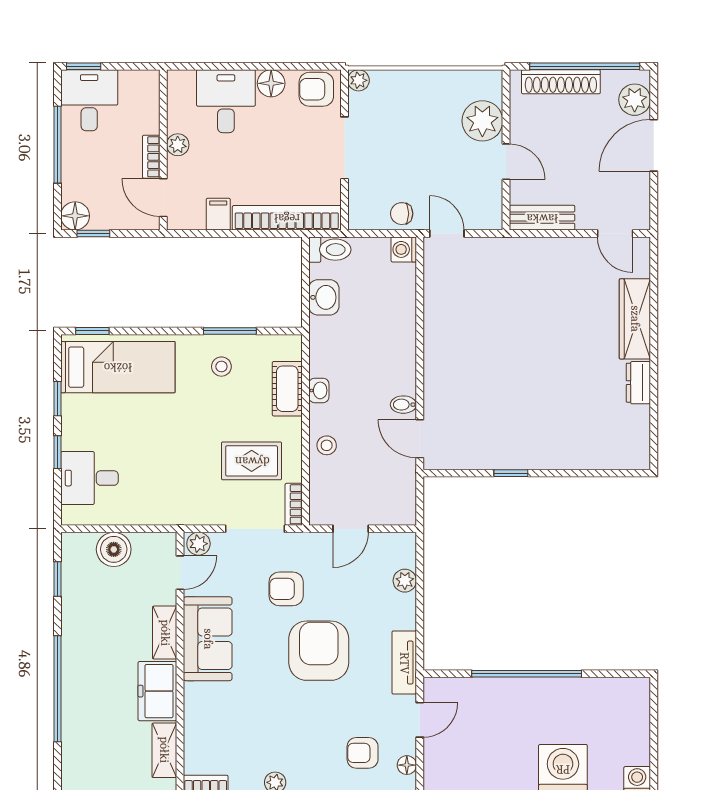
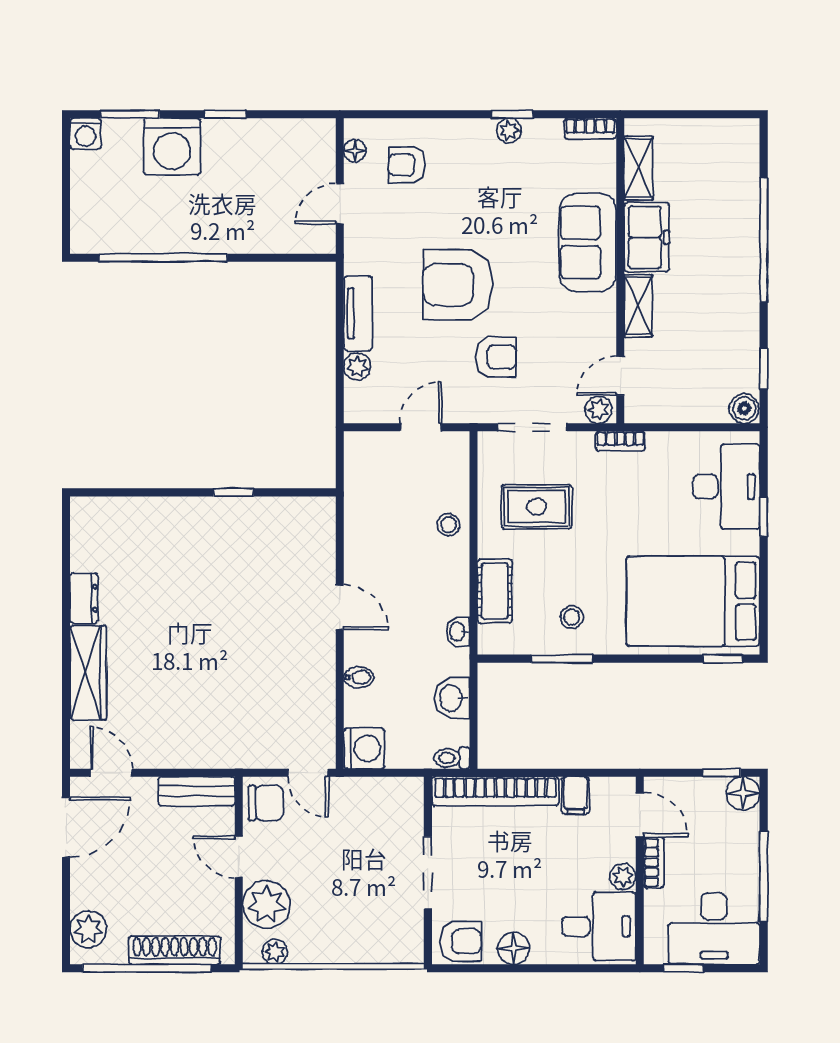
window: (84, 66) -> (683, 968), moved
plant: (358, 80) -> (275, 952), moved
desk: (89, 100) -> (714, 929), width x1.37
desk: (226, 101) -> (599, 926), moved, turned -90
door: (654, 145) -> (66, 827), moved
chair: (402, 214) -> (266, 803), moved, width x1.37, depth x1.37
washing machine: (404, 249) -> (364, 748), width x1.38, depth x1.38
toilet: (330, 250) -> (452, 758), width x0.73, depth x0.72
bed: (118, 367) -> (693, 601), width x1.50
washbasin: (319, 390) -> (458, 631), moved
window: (57, 399) -> (764, 580), removed
bidet: (403, 405) -> (359, 677), moved
door: (420, 439) -> (340, 607), moved
desk: (89, 478) -> (726, 487), width x1.37
bookcase: (294, 504) -> (620, 441), moved, turned 90
boiler: (114, 549) -> (744, 408), moved, width x0.73, depth x0.73
sofa: (208, 639) -> (588, 242), moved
armchair: (319, 651) -> (458, 285), turned 90
tv unit: (404, 663) -> (358, 313), moved
window: (527, 674) -> (163, 258), moved
armchair: (363, 753) -> (407, 165), turned 180

